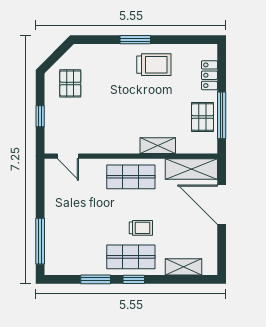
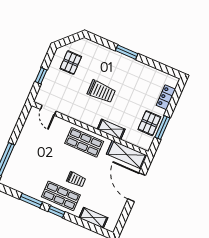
trolley: (154, 65) -> (101, 92), moved
window: (222, 115) -> (162, 128), width x0.69

